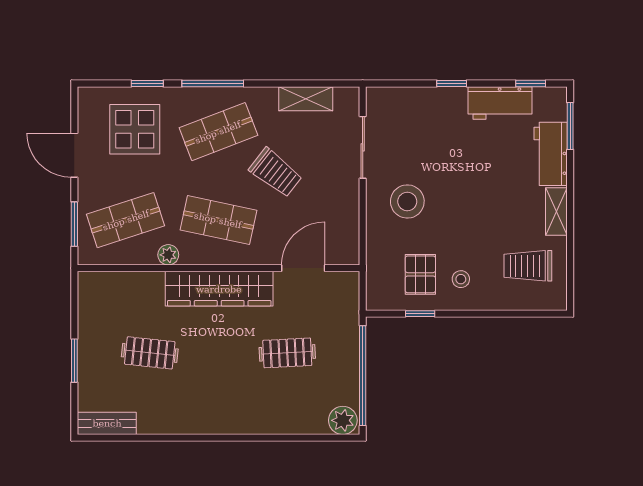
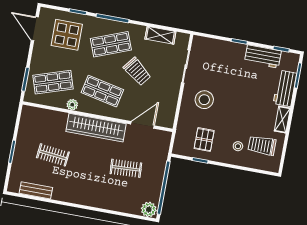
door: (74, 155) -> (35, 29), moved
stool: (461, 279) -> (238, 146), moved
bench: (107, 423) -> (36, 190), moved

